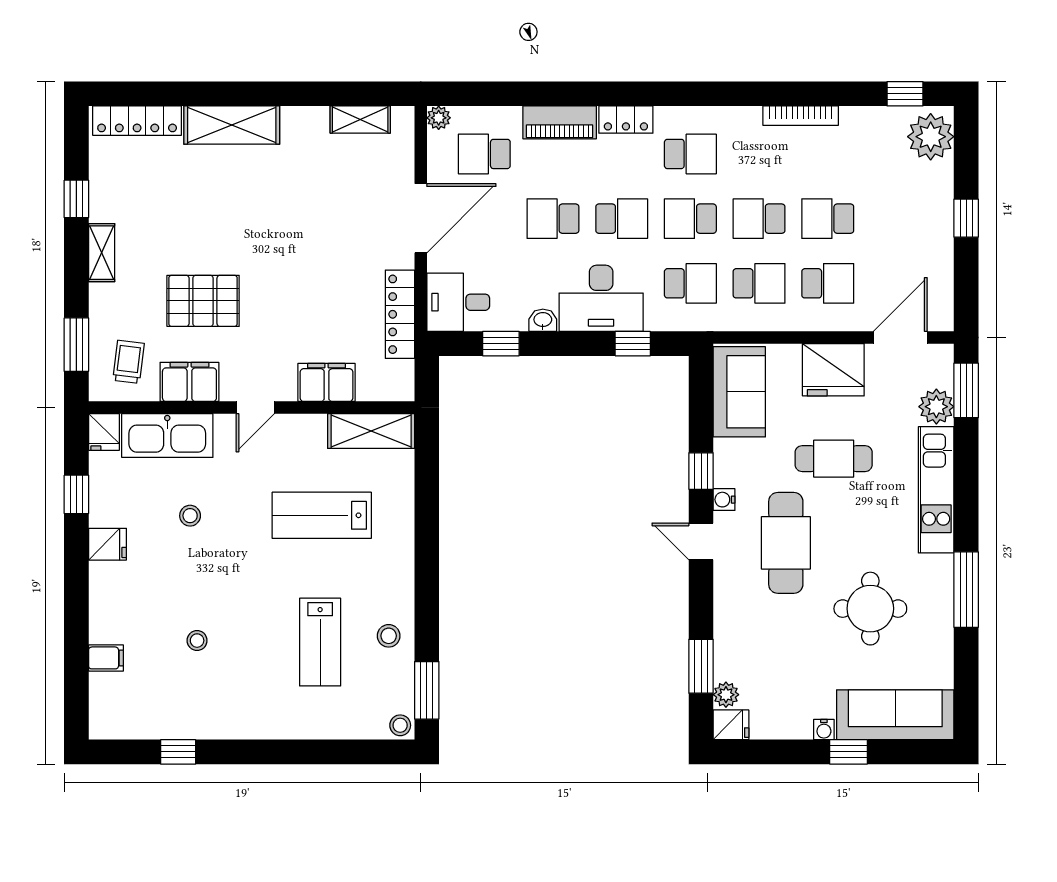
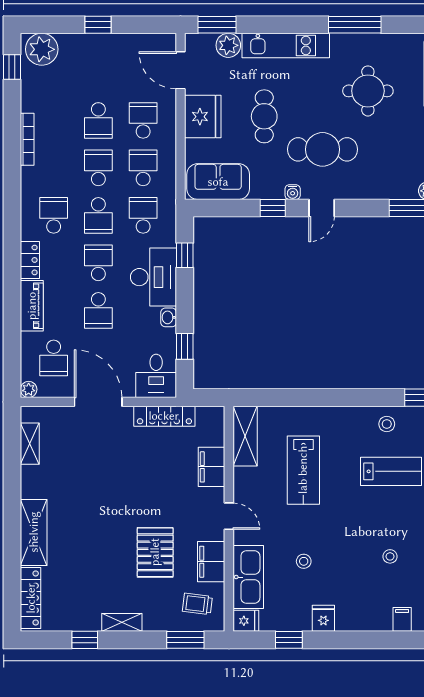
school desk: (759, 219) -> (98, 168), turned 180

